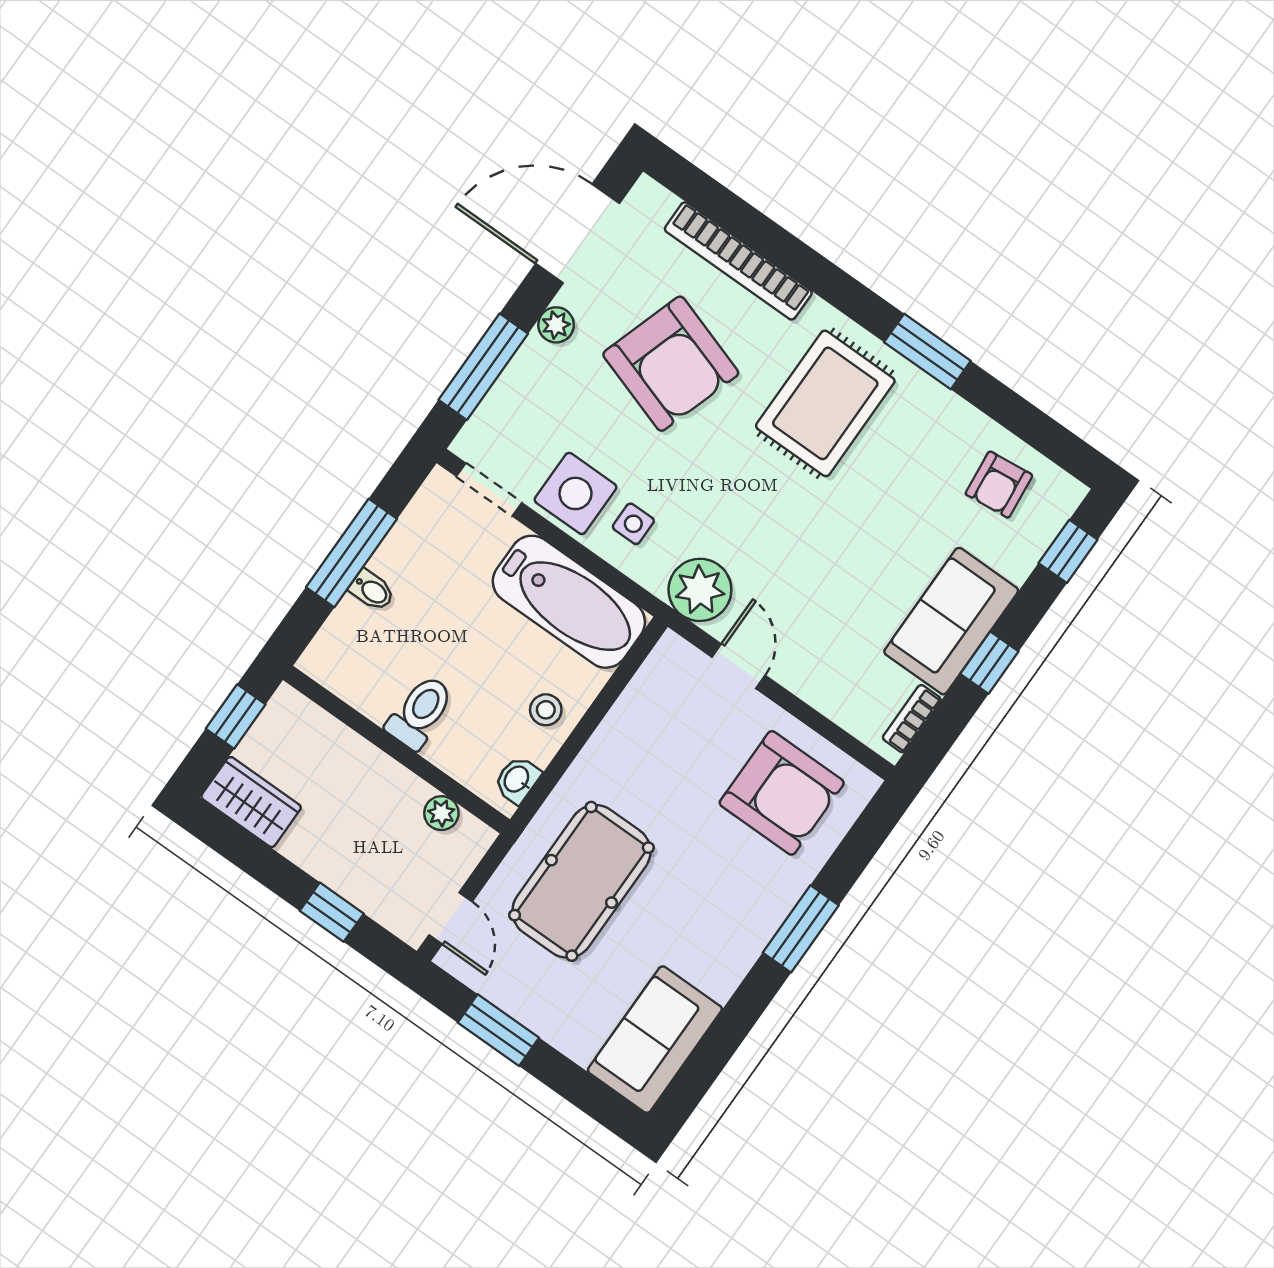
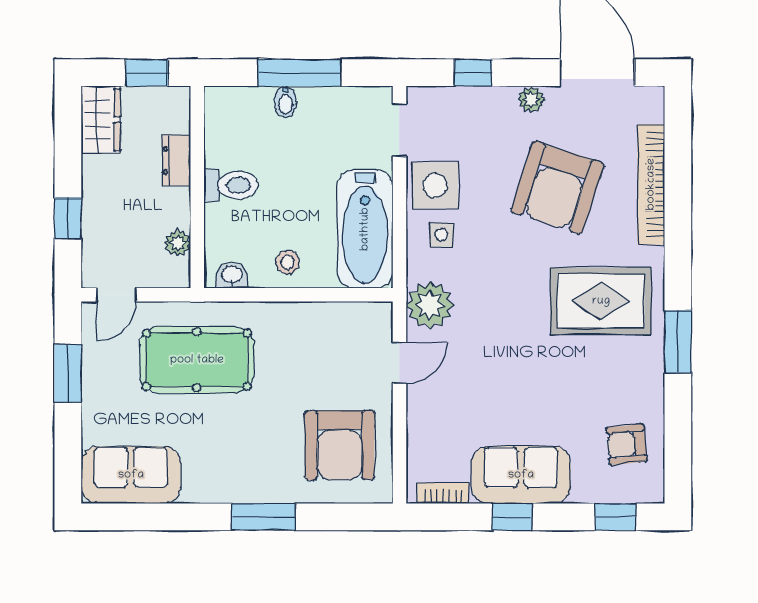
window: (483, 367) -> (473, 73), width x0.46
dresser: (352, 752) -> (176, 160), added

